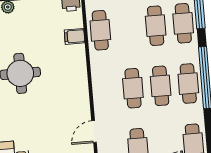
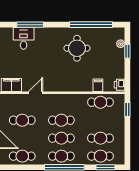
door: (94, 132) -> (35, 93), hinge flipped

